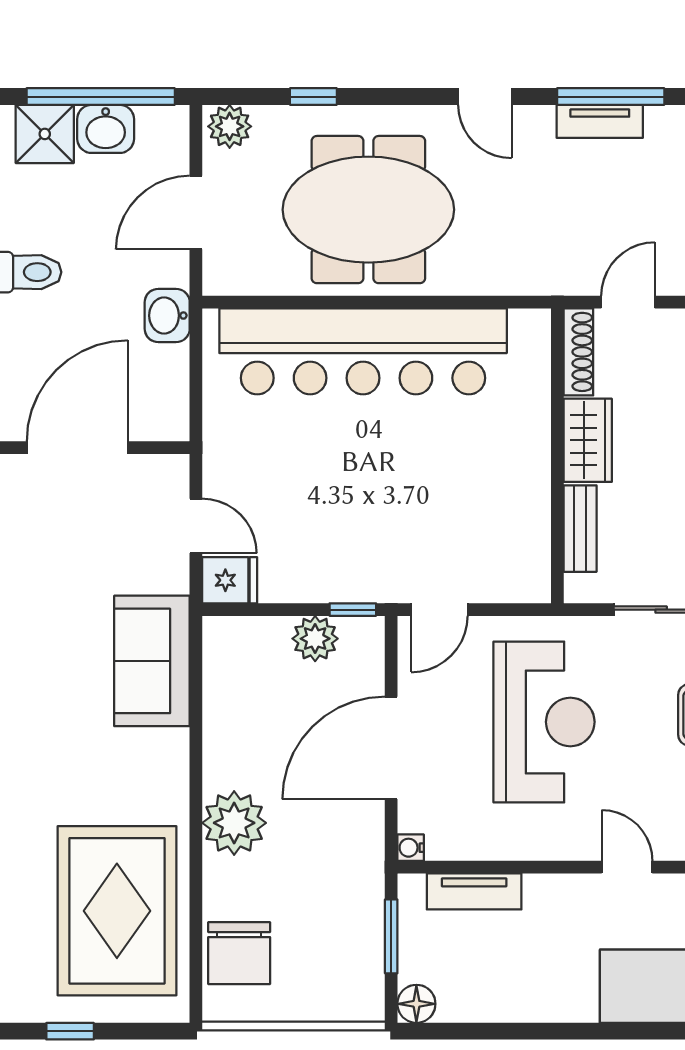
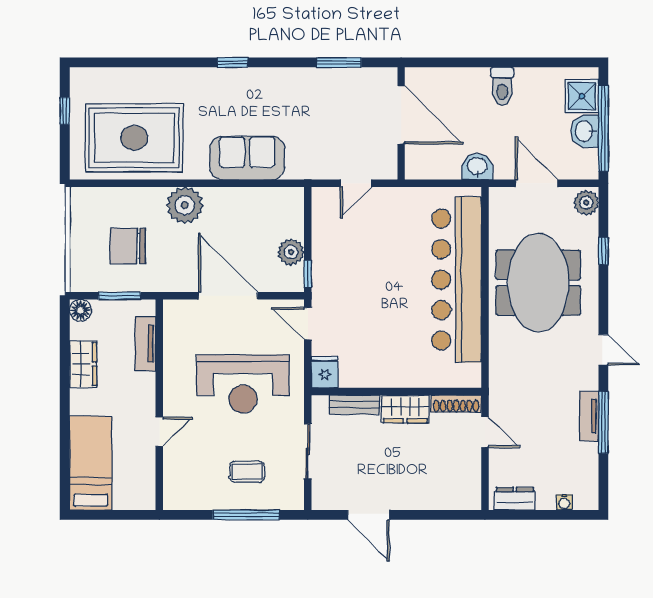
door: (485, 97) -> (603, 350), swing flipped
fridge: (230, 580) -> (325, 372), moved, turned 180
sofa: (152, 661) -> (247, 158), moved
water cooler: (411, 848) -> (171, 307), removed
chair: (239, 953) -> (128, 246), moved
wardrobe: (510, 999) -> (83, 364), added

